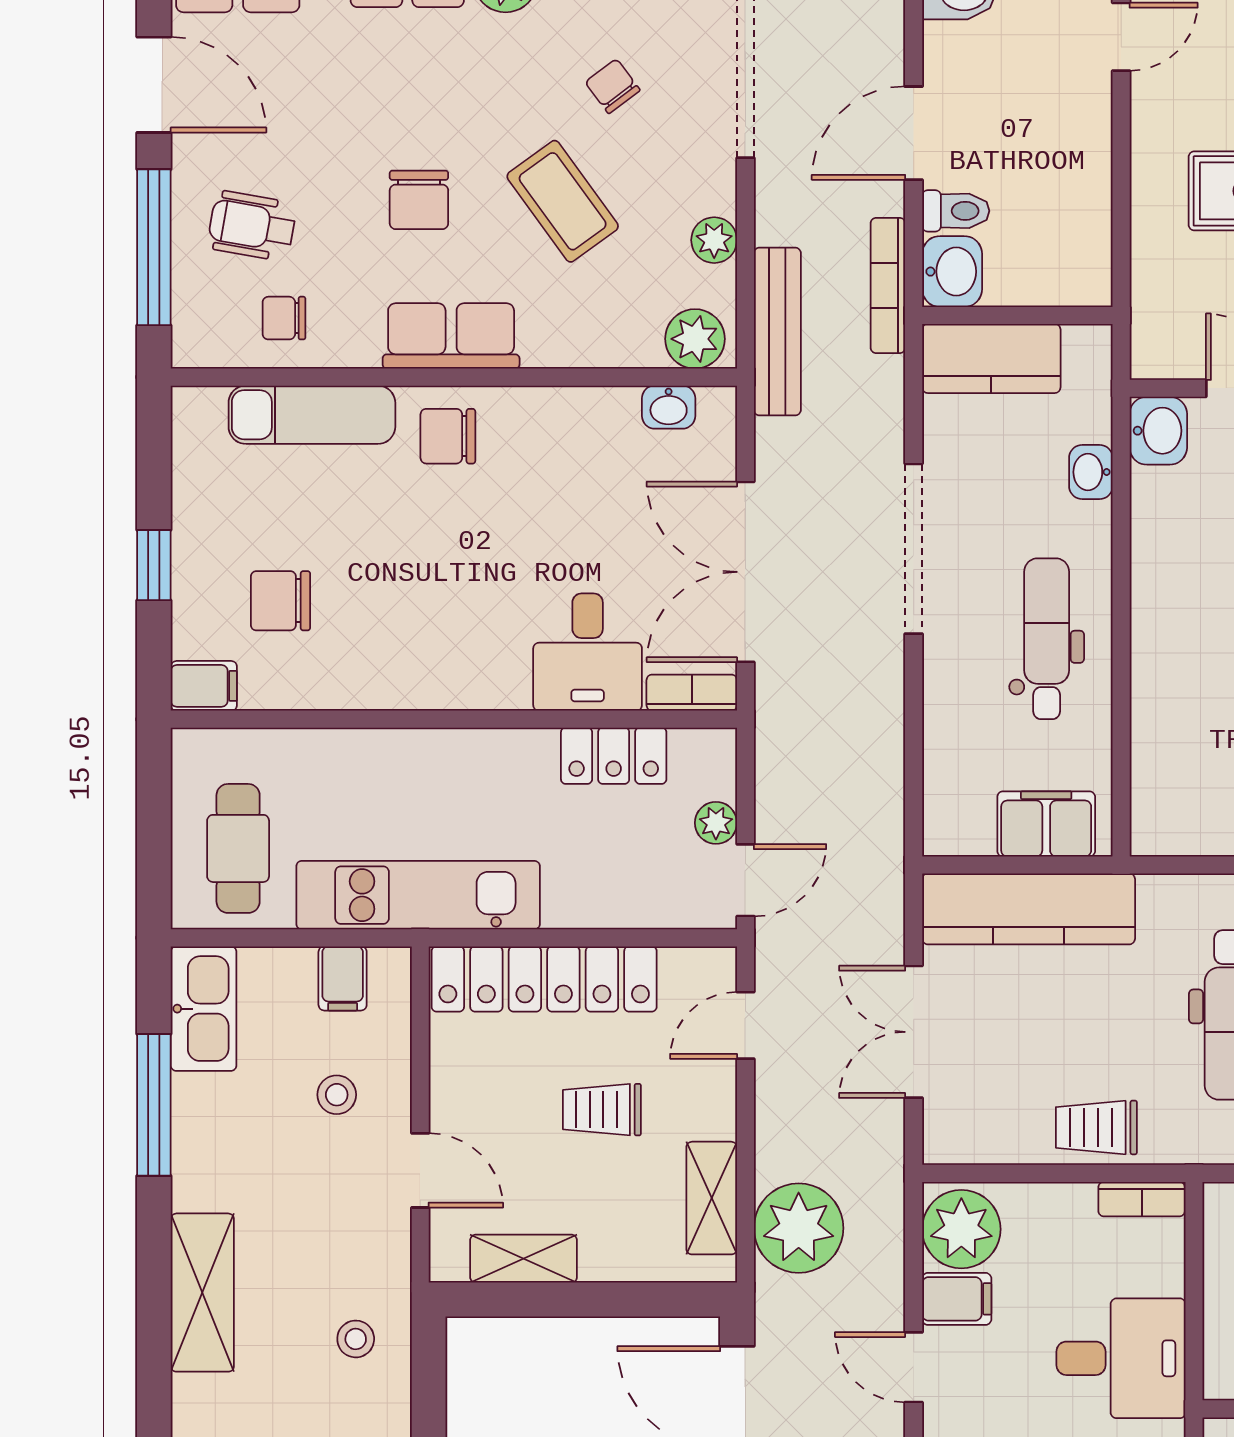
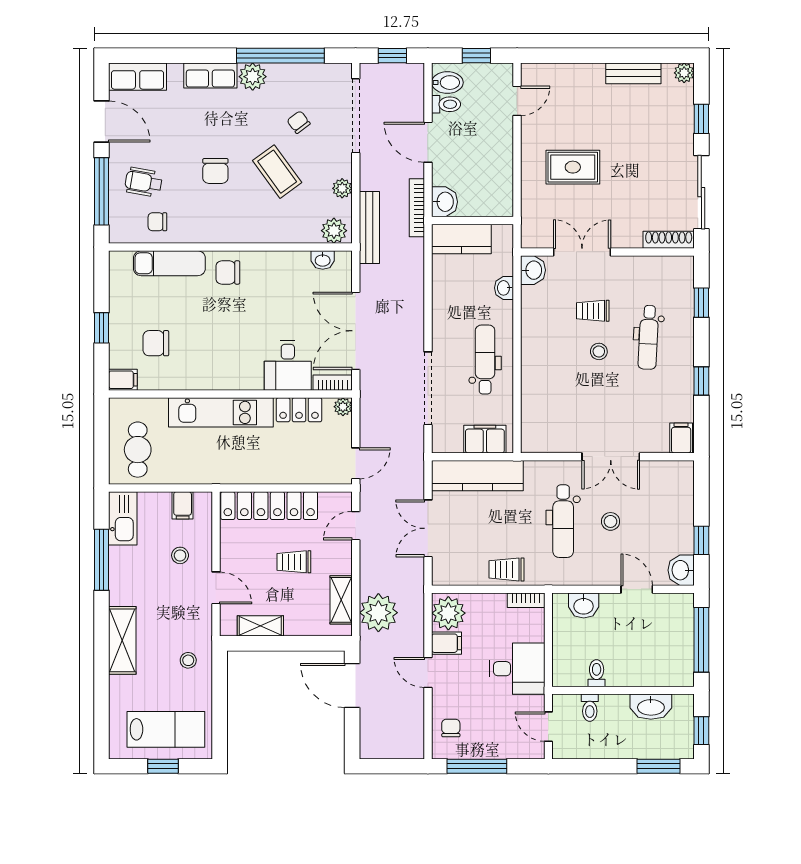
door: (914, 133) -> (428, 142), hinge flipped
toilet: (956, 211) -> (446, 104), moved
row of seats: (451, 336) -> (229, 229), removed
doorway: (914, 549) -> (428, 388), moved
plant: (716, 823) -> (343, 407), moved
kitchen unit: (418, 895) -> (221, 412), moved, turned 180

